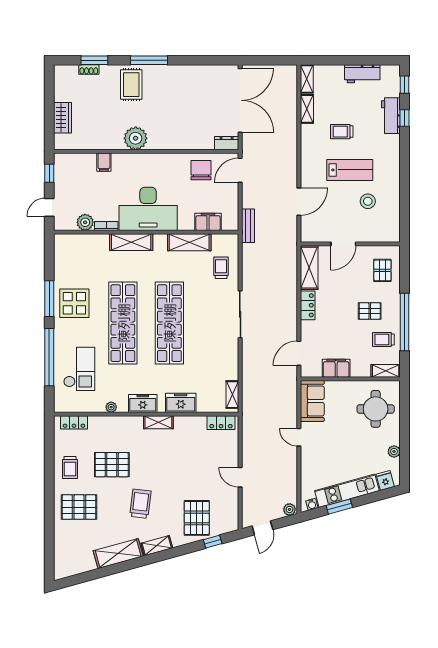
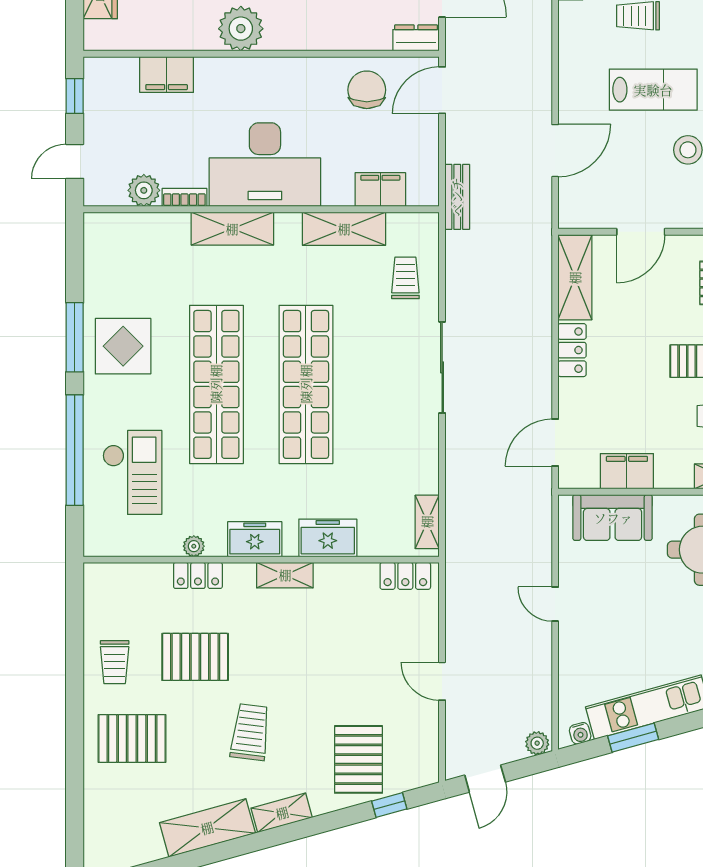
filing cabinet: (104, 162) -> (167, 75), width x2.00
sofa: (312, 401) -> (613, 518), moved, turned 90
locker: (74, 422) -> (198, 575), moved

